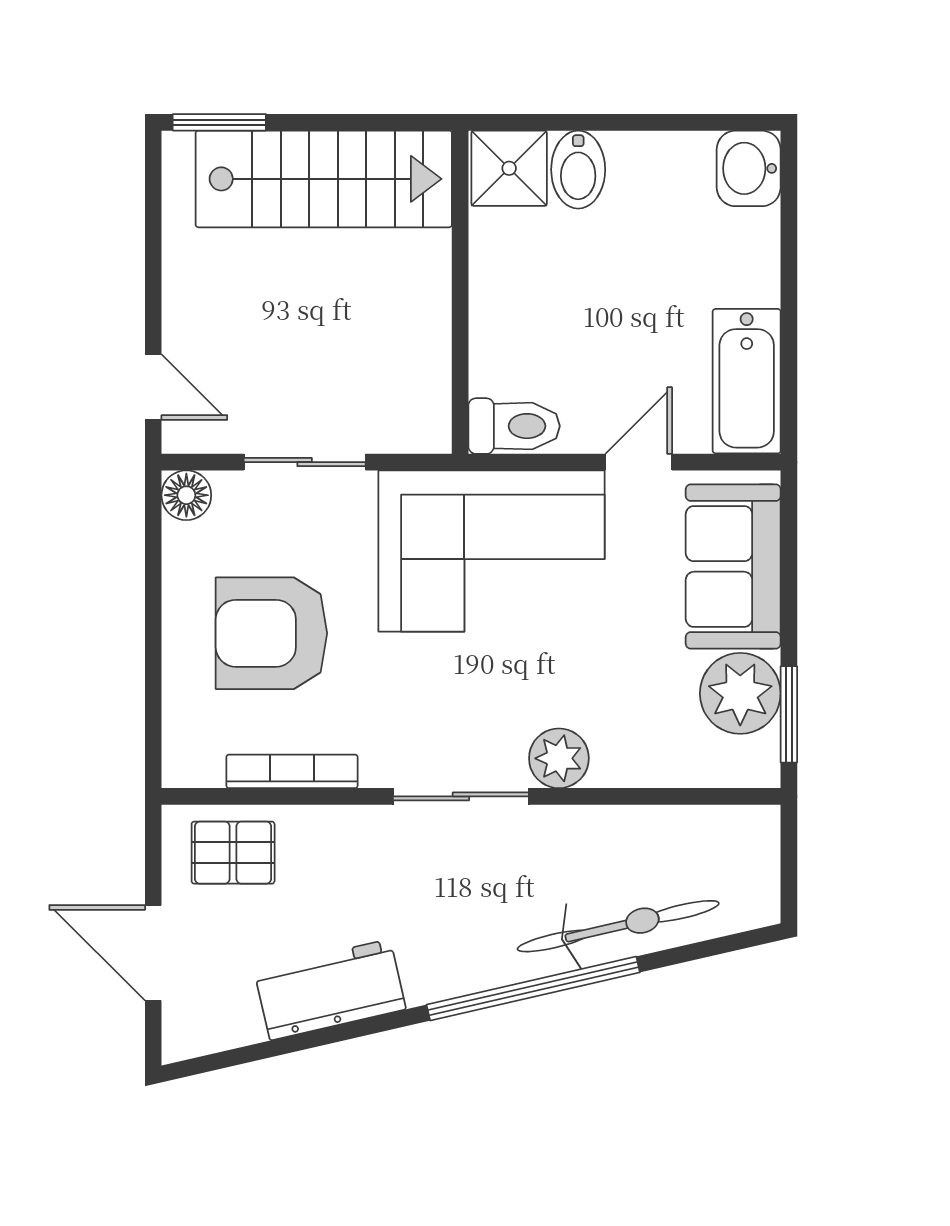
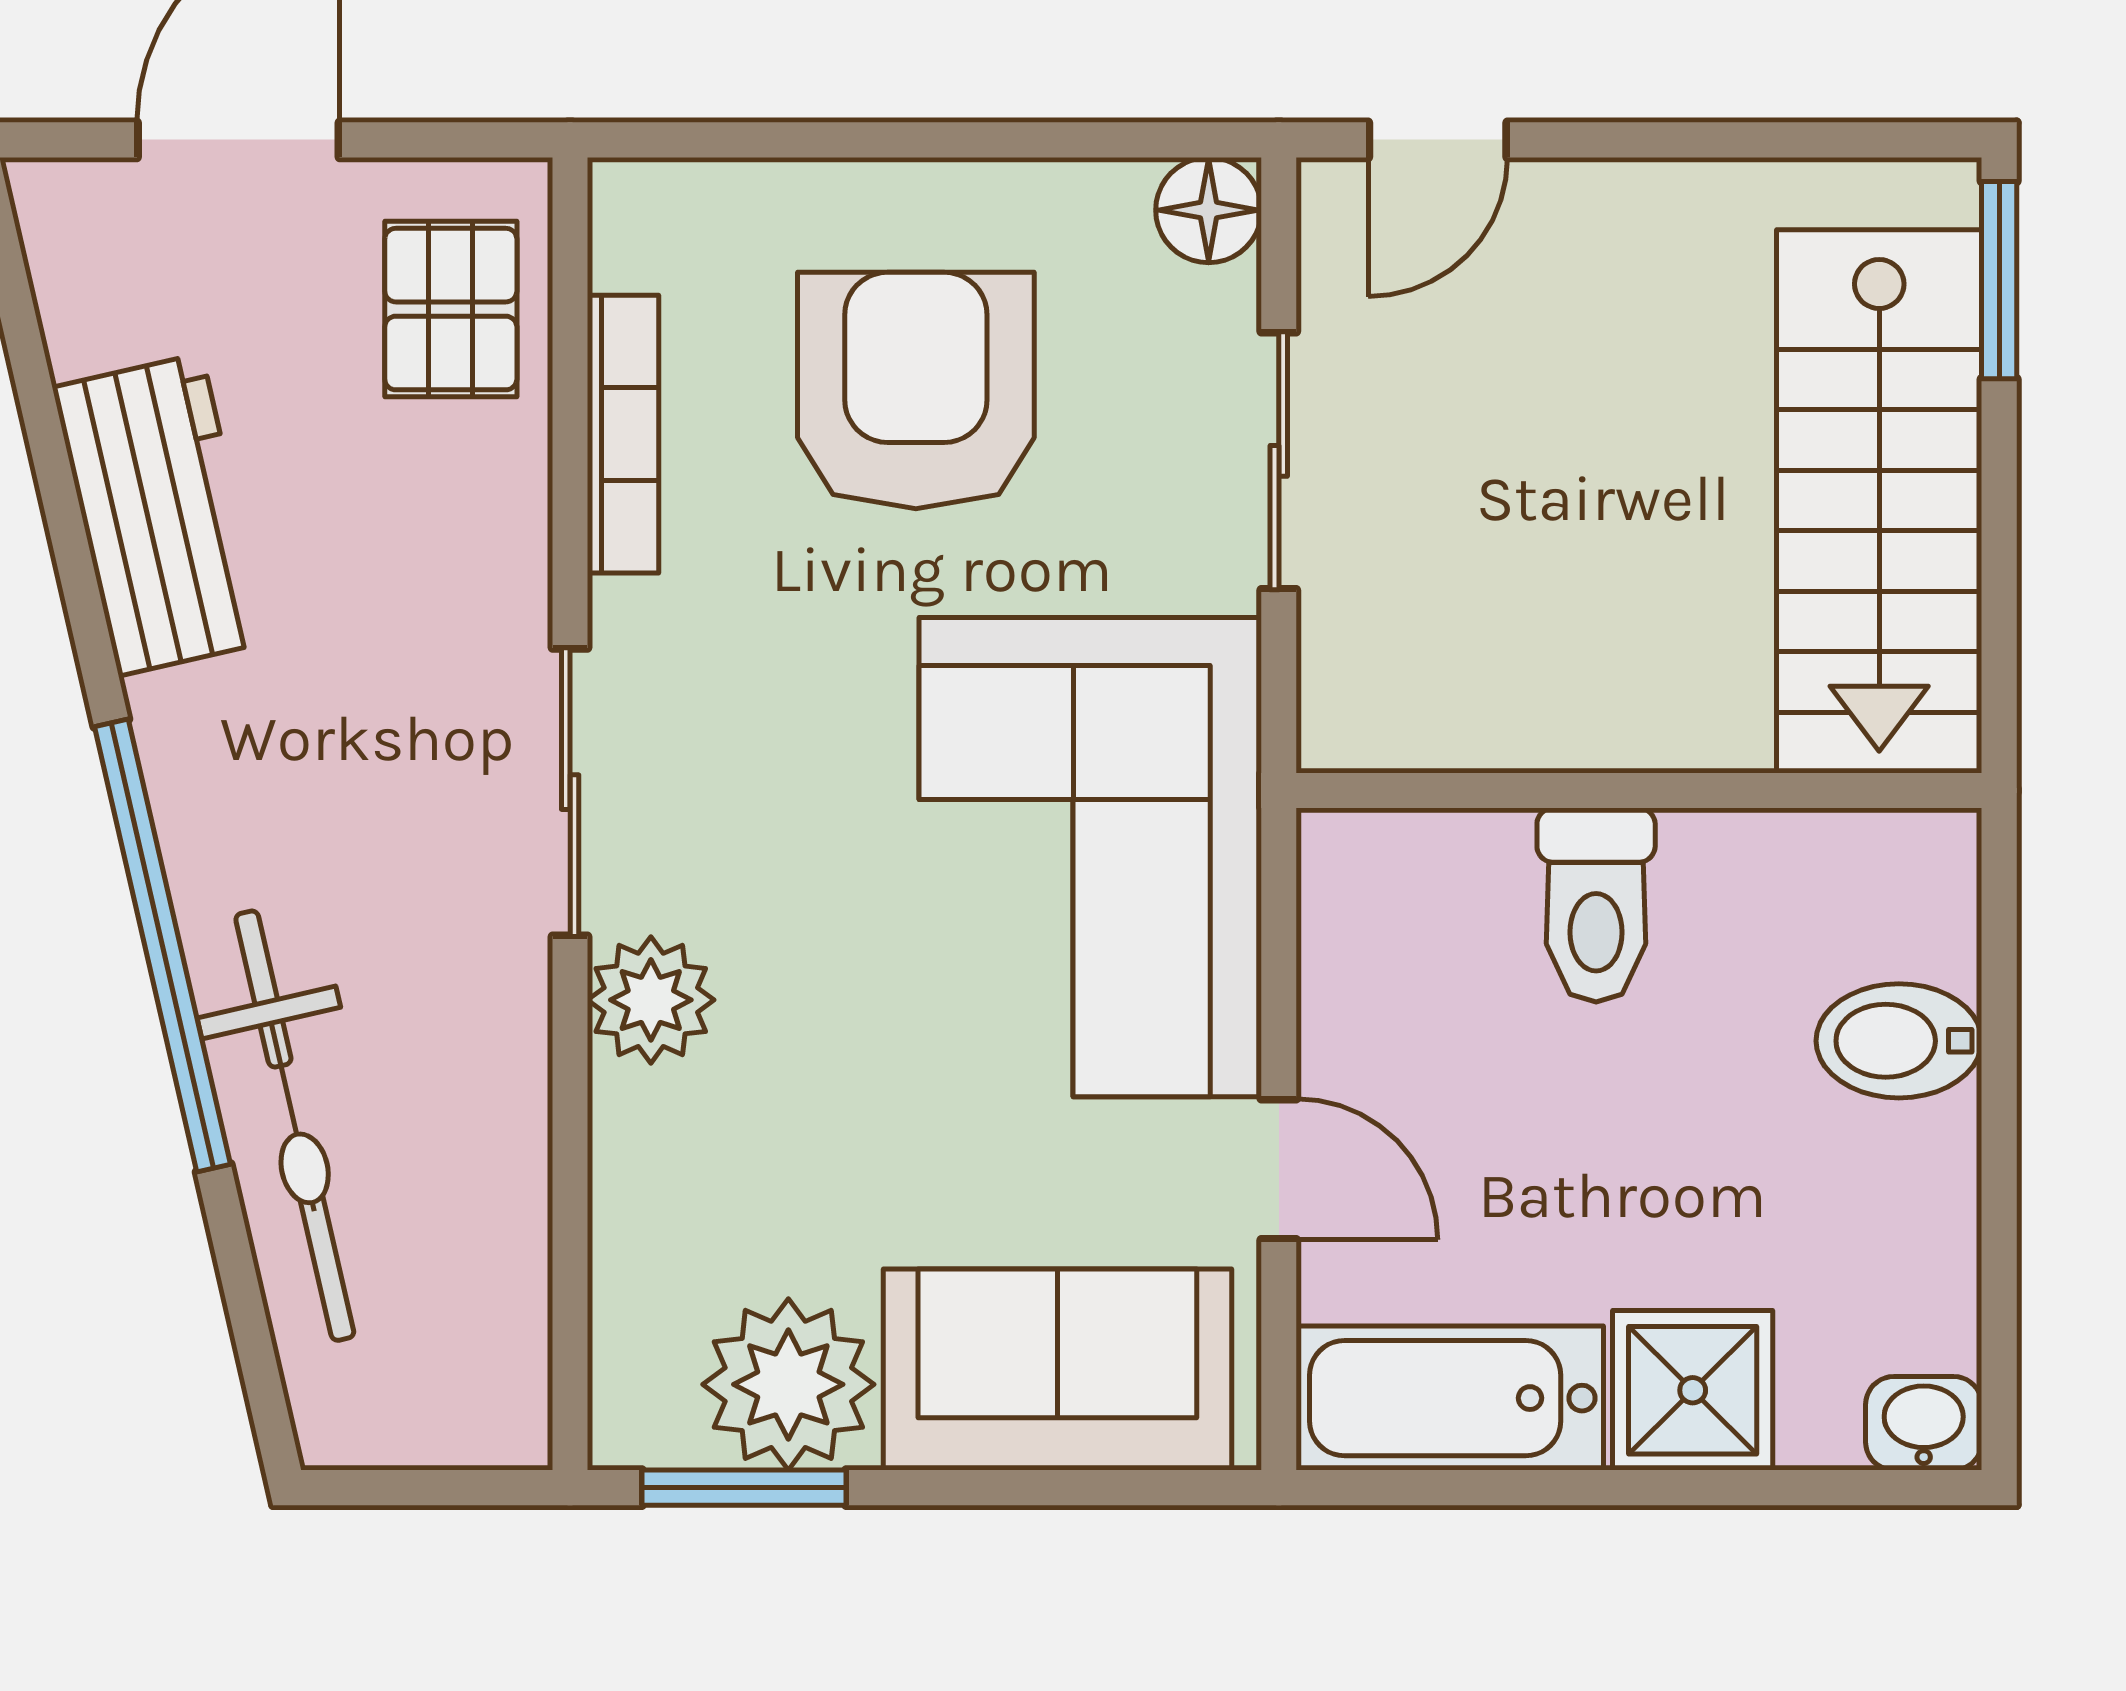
shower: (509, 168) -> (1693, 1390), moved
washbasin: (749, 168) -> (1924, 1423), width x0.72, depth x0.69
toilet: (514, 426) -> (1596, 905), moved

